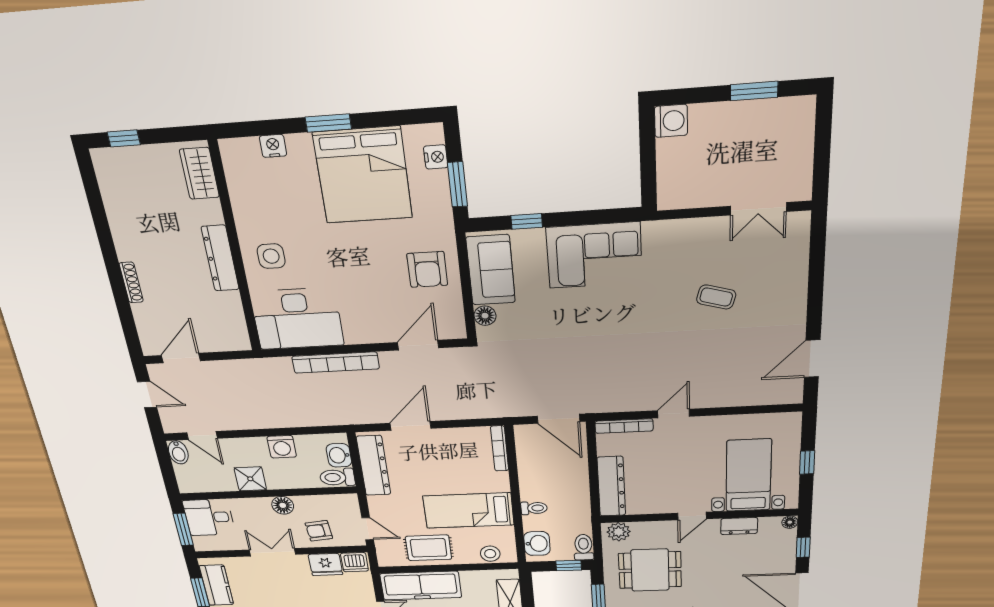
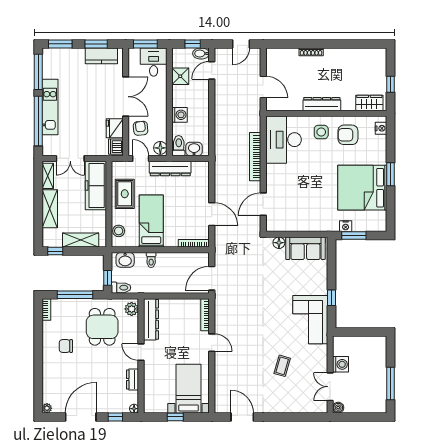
window: (754, 91) -> (391, 384), width x1.44
washing machine: (671, 121) -> (341, 364), moved, turned -90
window: (124, 138) -> (391, 84), moved
nightstand: (273, 146) -> (381, 128), moved
nightstand: (436, 157) -> (346, 226), moved
boiler: (801, 191) -> (338, 408), added
window: (527, 221) -> (331, 298), moved
corner sofa: (594, 255) -> (310, 320), moved
armchair: (427, 269) -> (348, 135), moved
door: (418, 345) -> (263, 204), swing flipped
door: (181, 358) -> (263, 87), moved
door: (410, 426) -> (212, 214), moved
washing machine: (282, 447) -> (179, 115), moved, turned 180
window: (166, 465) -> (193, 44), added
dresser: (374, 466) -> (170, 168), moved
bed with nightstands: (749, 475) -> (189, 389), moved, turned -90
shower: (250, 479) -> (180, 76), moved
dresser: (611, 486) -> (151, 319), moved, turned -90
floor lamp: (283, 505) -> (160, 148), moved
door: (368, 529) -> (141, 158), swing flipped
double door: (272, 552) -> (126, 97), width x1.37

